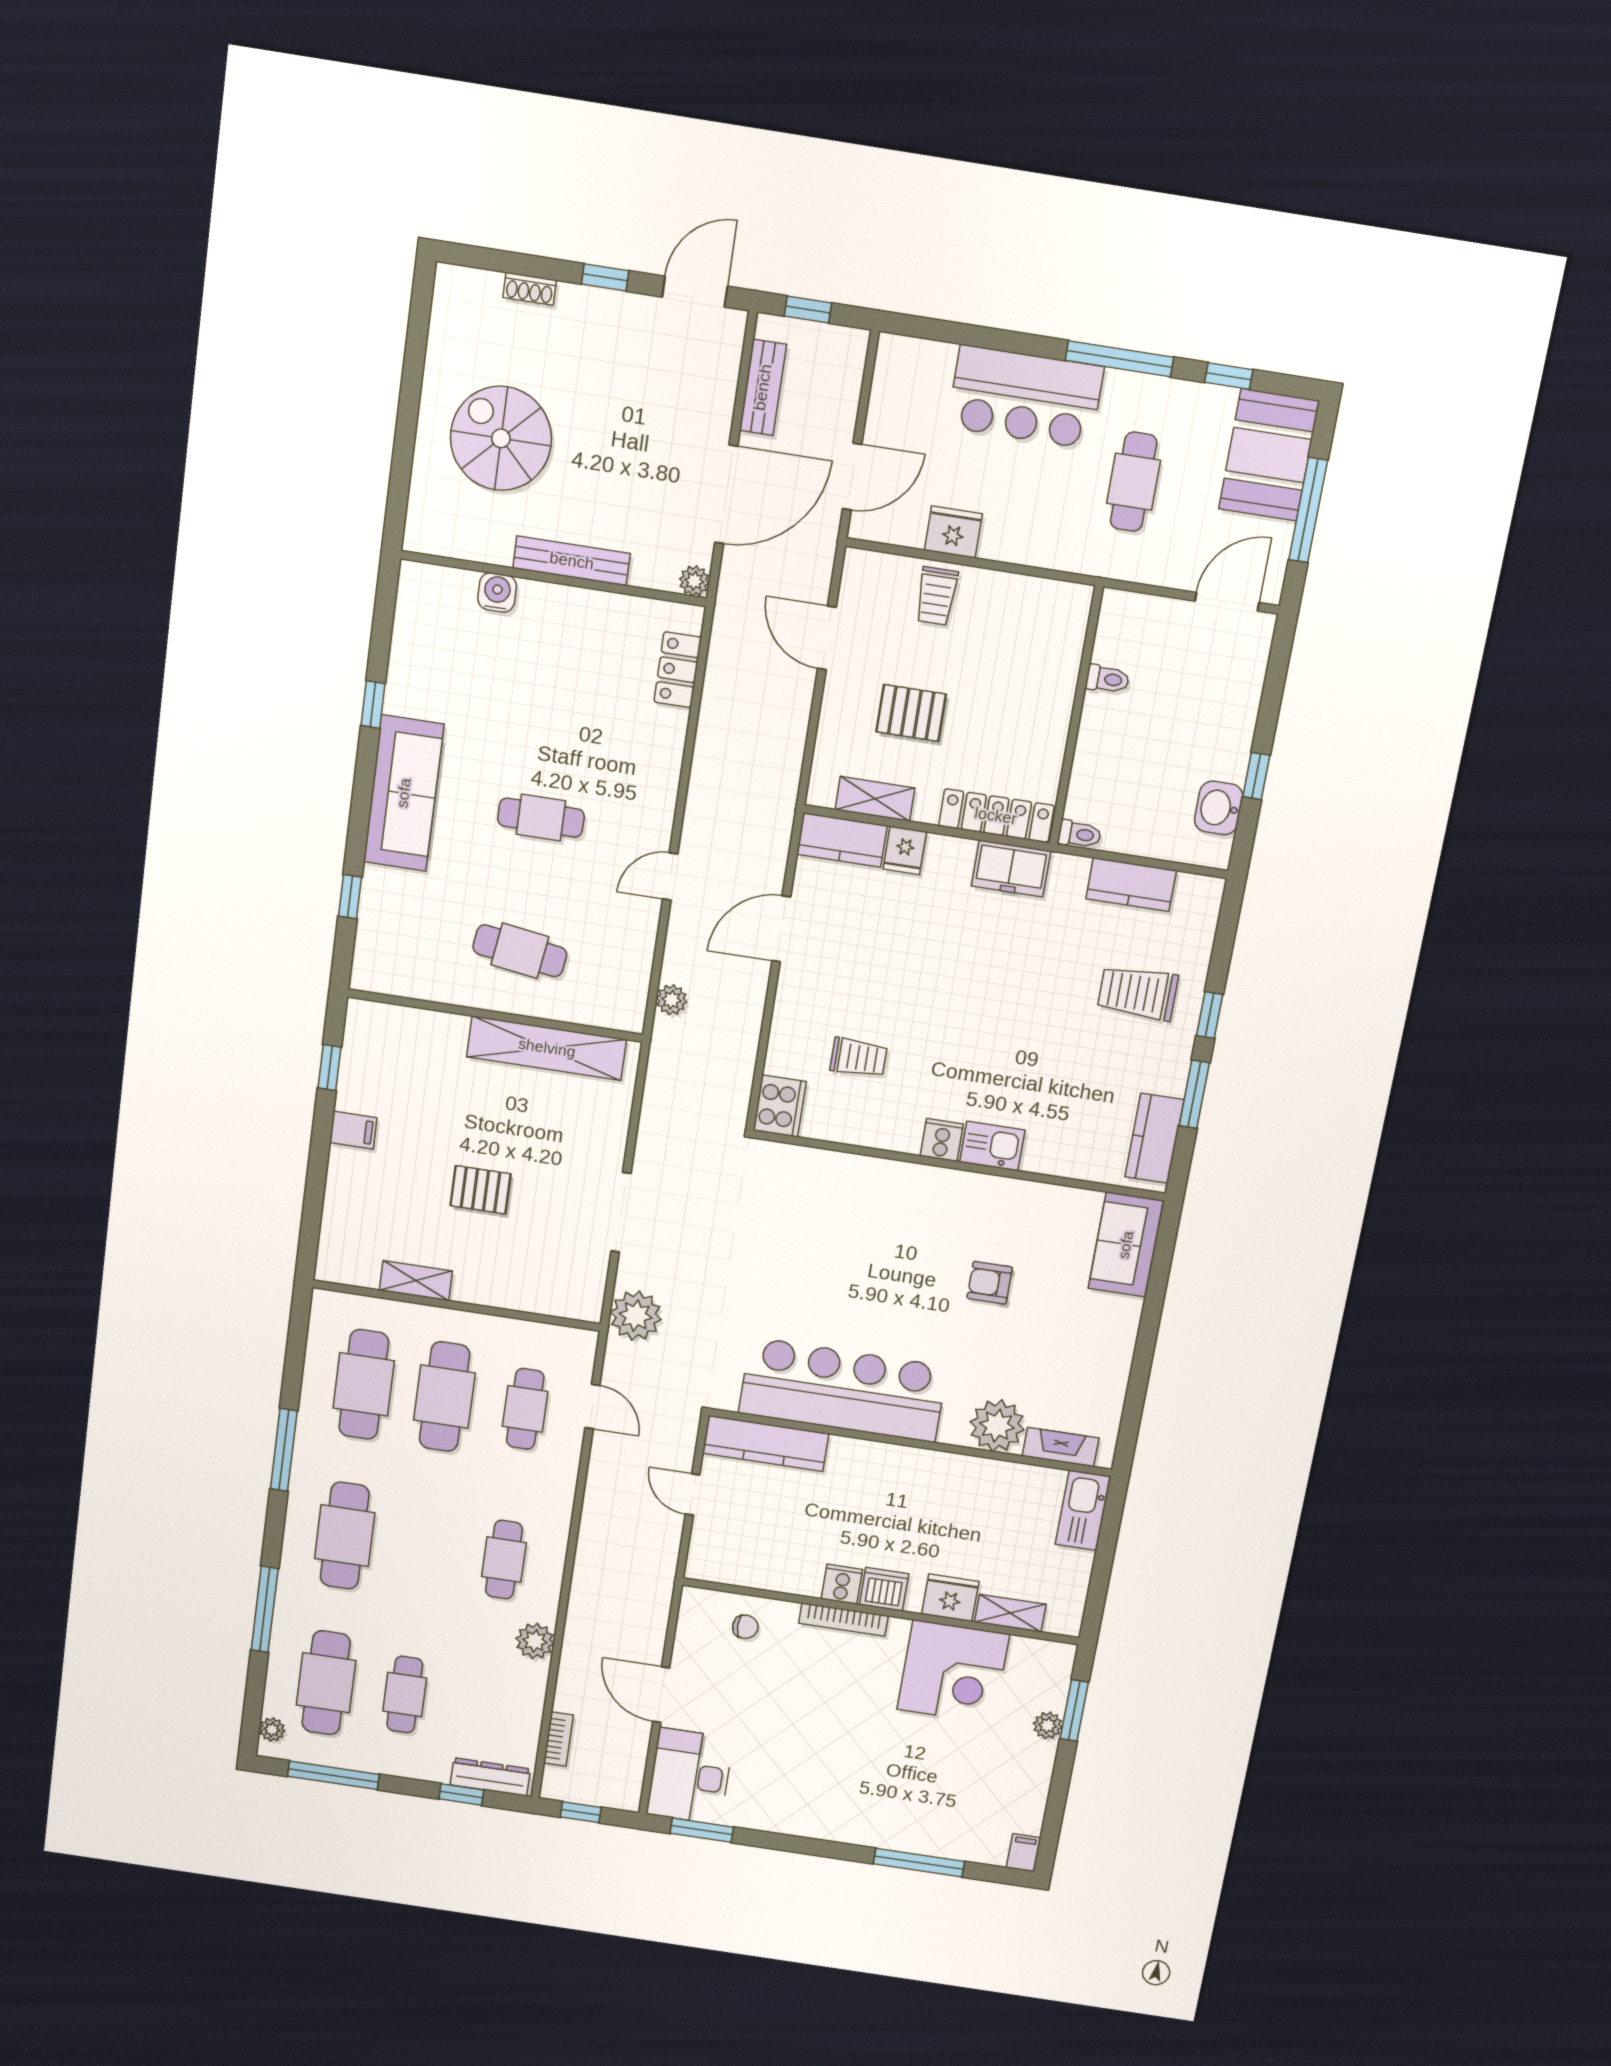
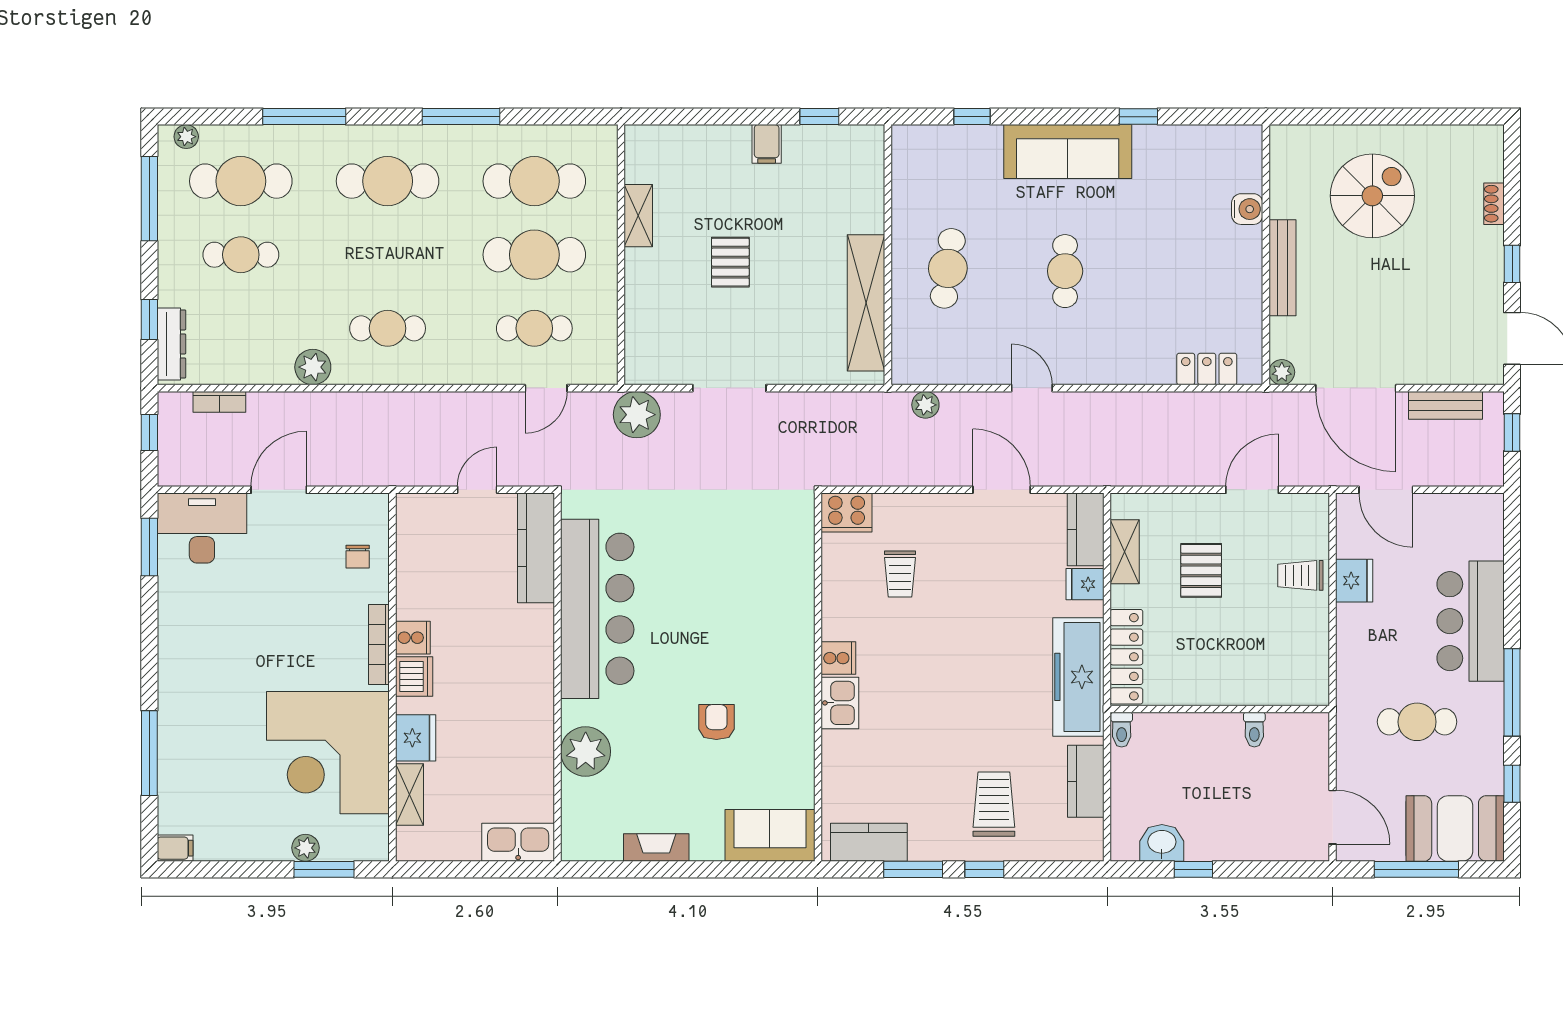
freezer: (1011, 869) -> (1078, 677), width x1.91, depth x1.26
fireplace: (1061, 1447) -> (656, 847), moved, turned -90
corner desk: (953, 1672) -> (328, 753), width x1.36, depth x1.36

